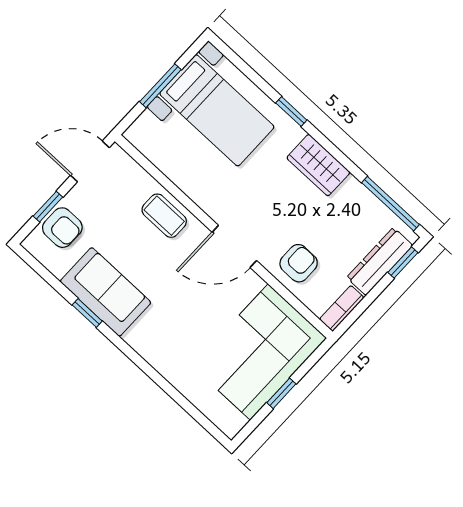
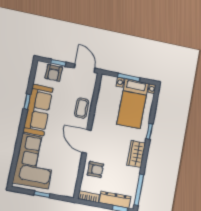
sofa: (106, 292) -> (38, 110), width x1.36
corner sofa: (259, 352) -> (35, 161), moved, turned 90

